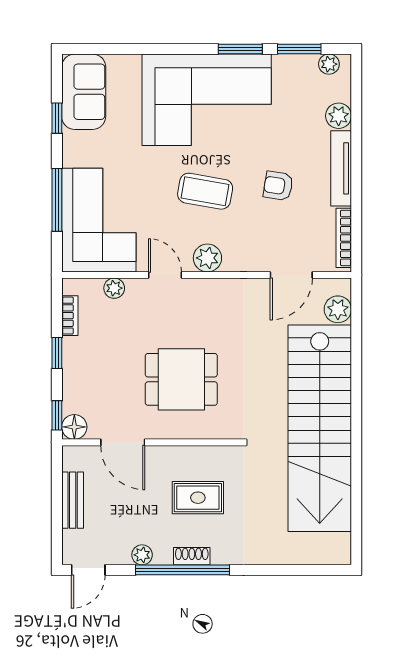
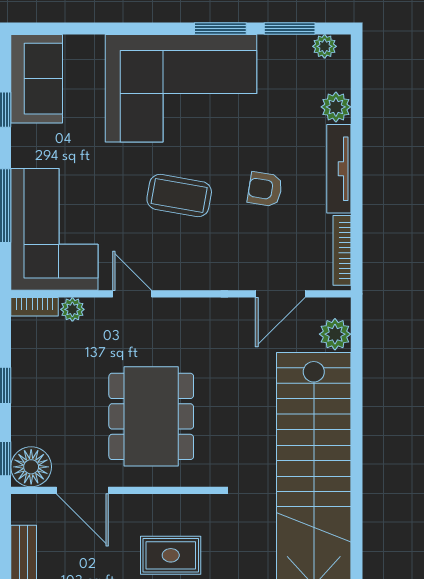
plant: (207, 258) -> (182, 274), removed
bookcase: (70, 316) -> (35, 307), moved, turned 90
dining table: (181, 379) -> (151, 416), width x1.38
floor lamp: (74, 427) -> (31, 467), width x1.38, depth x1.38

